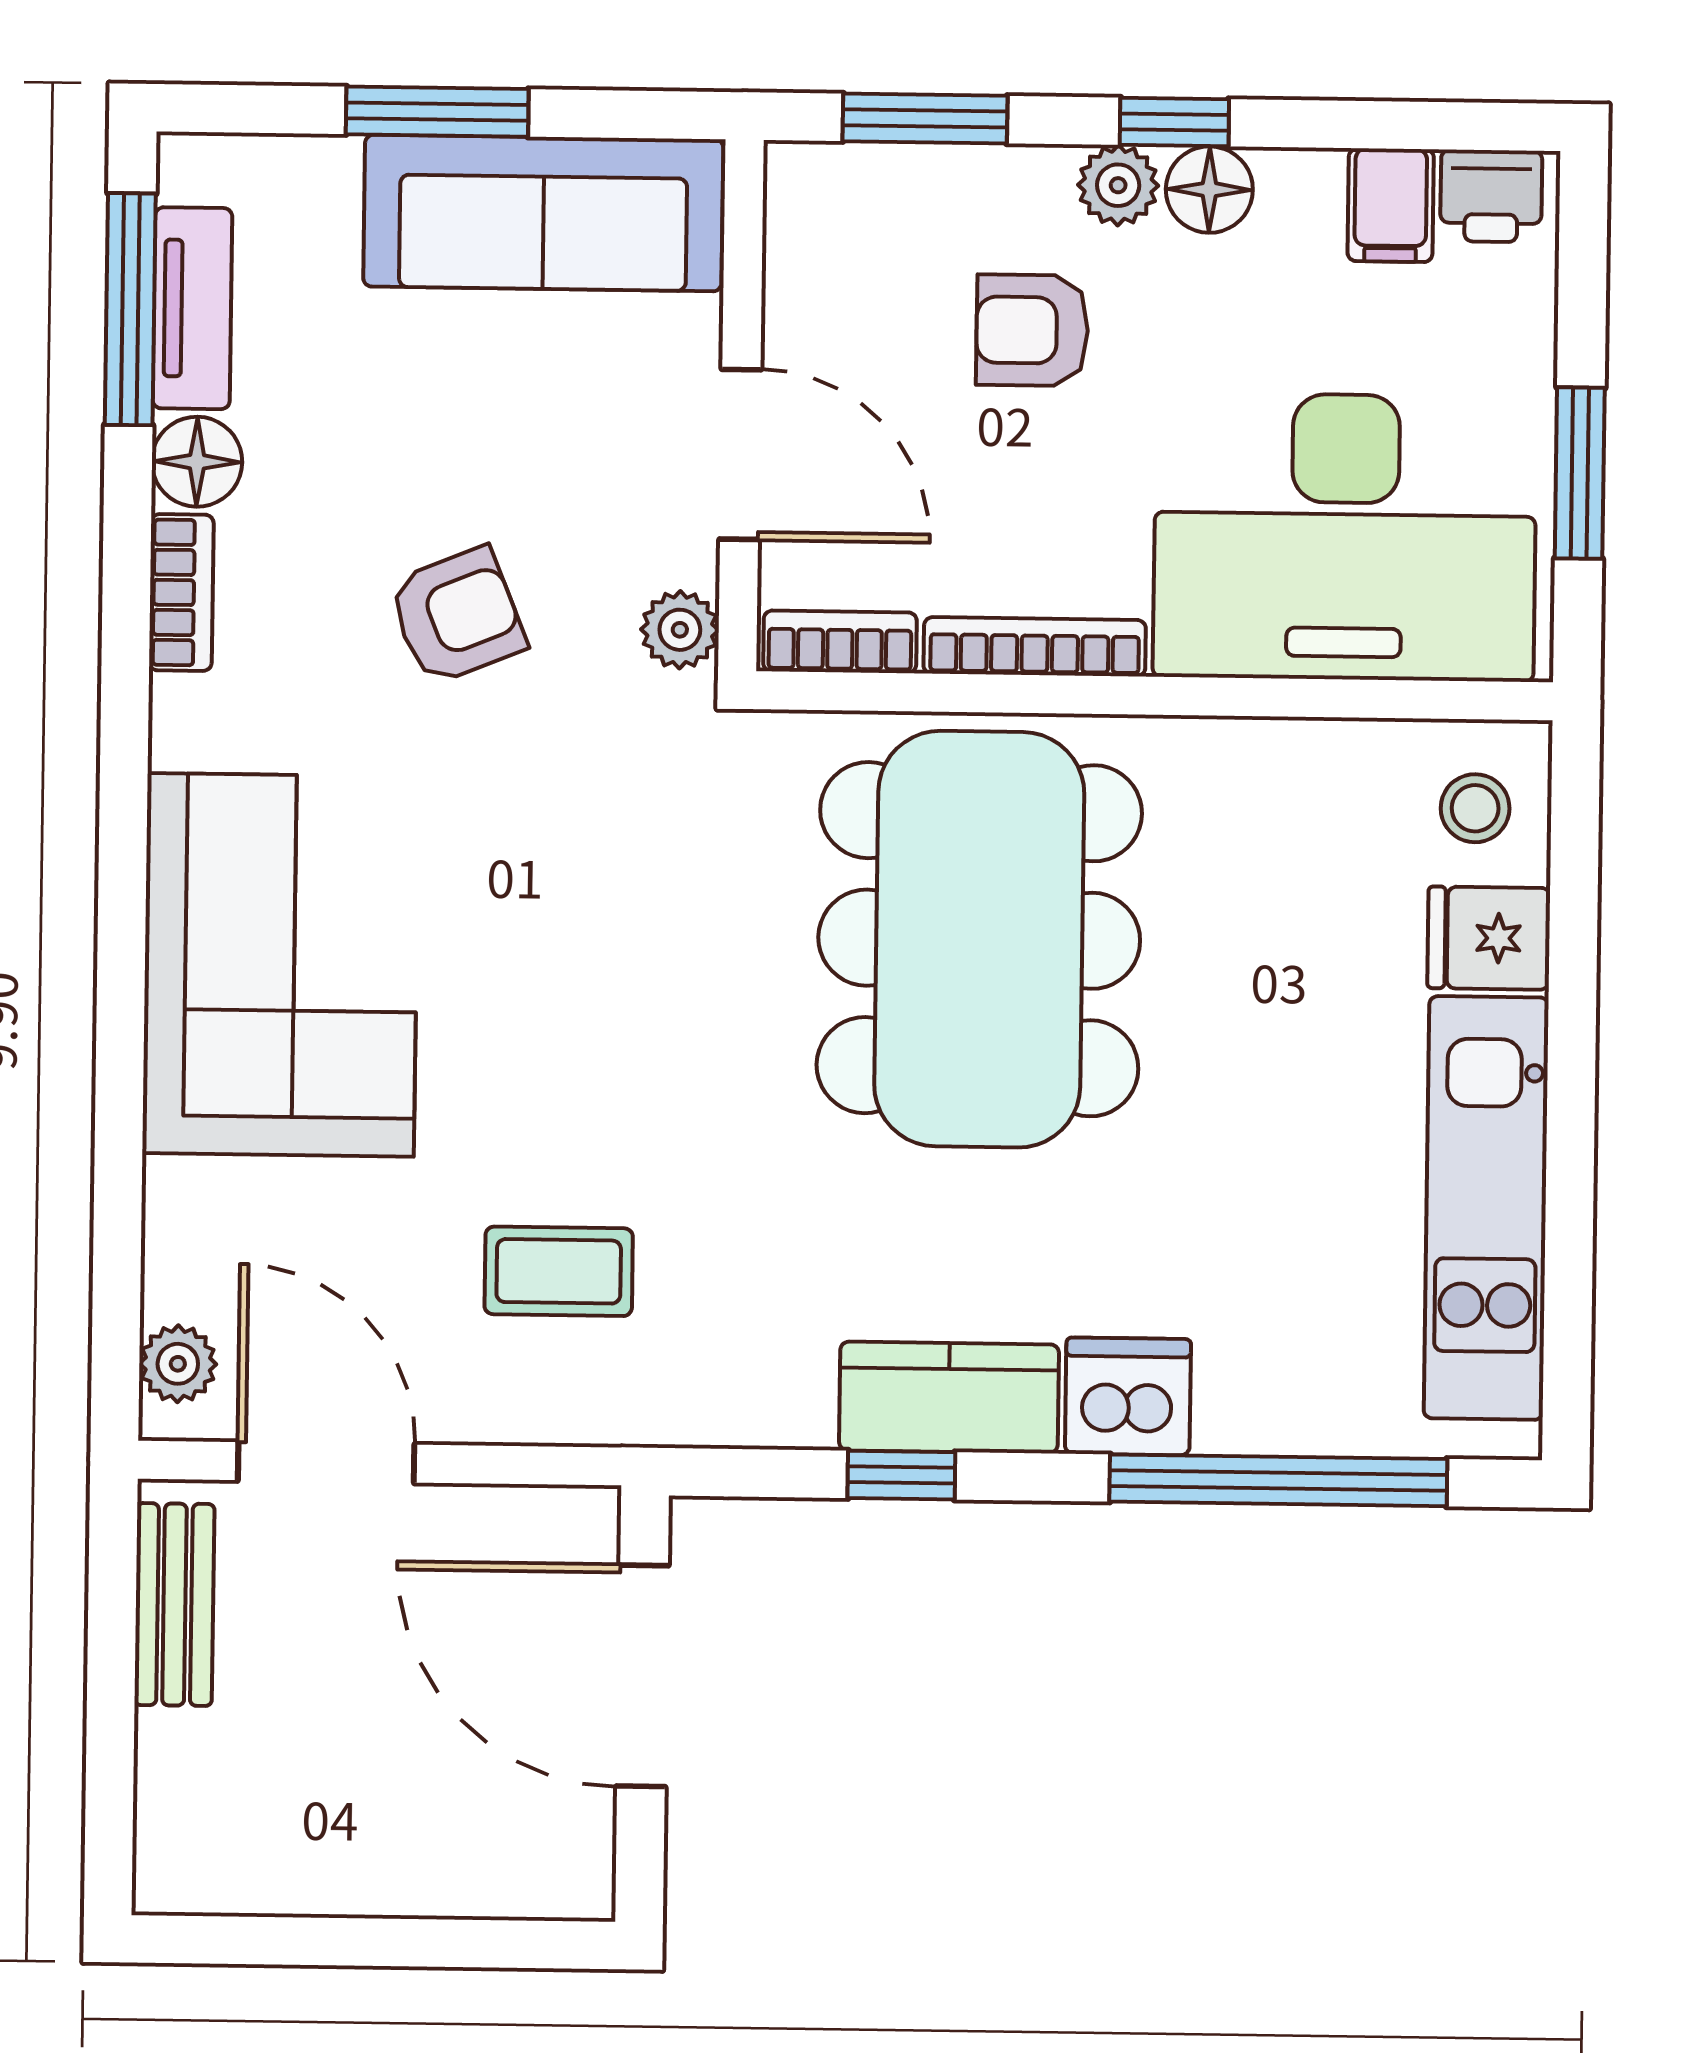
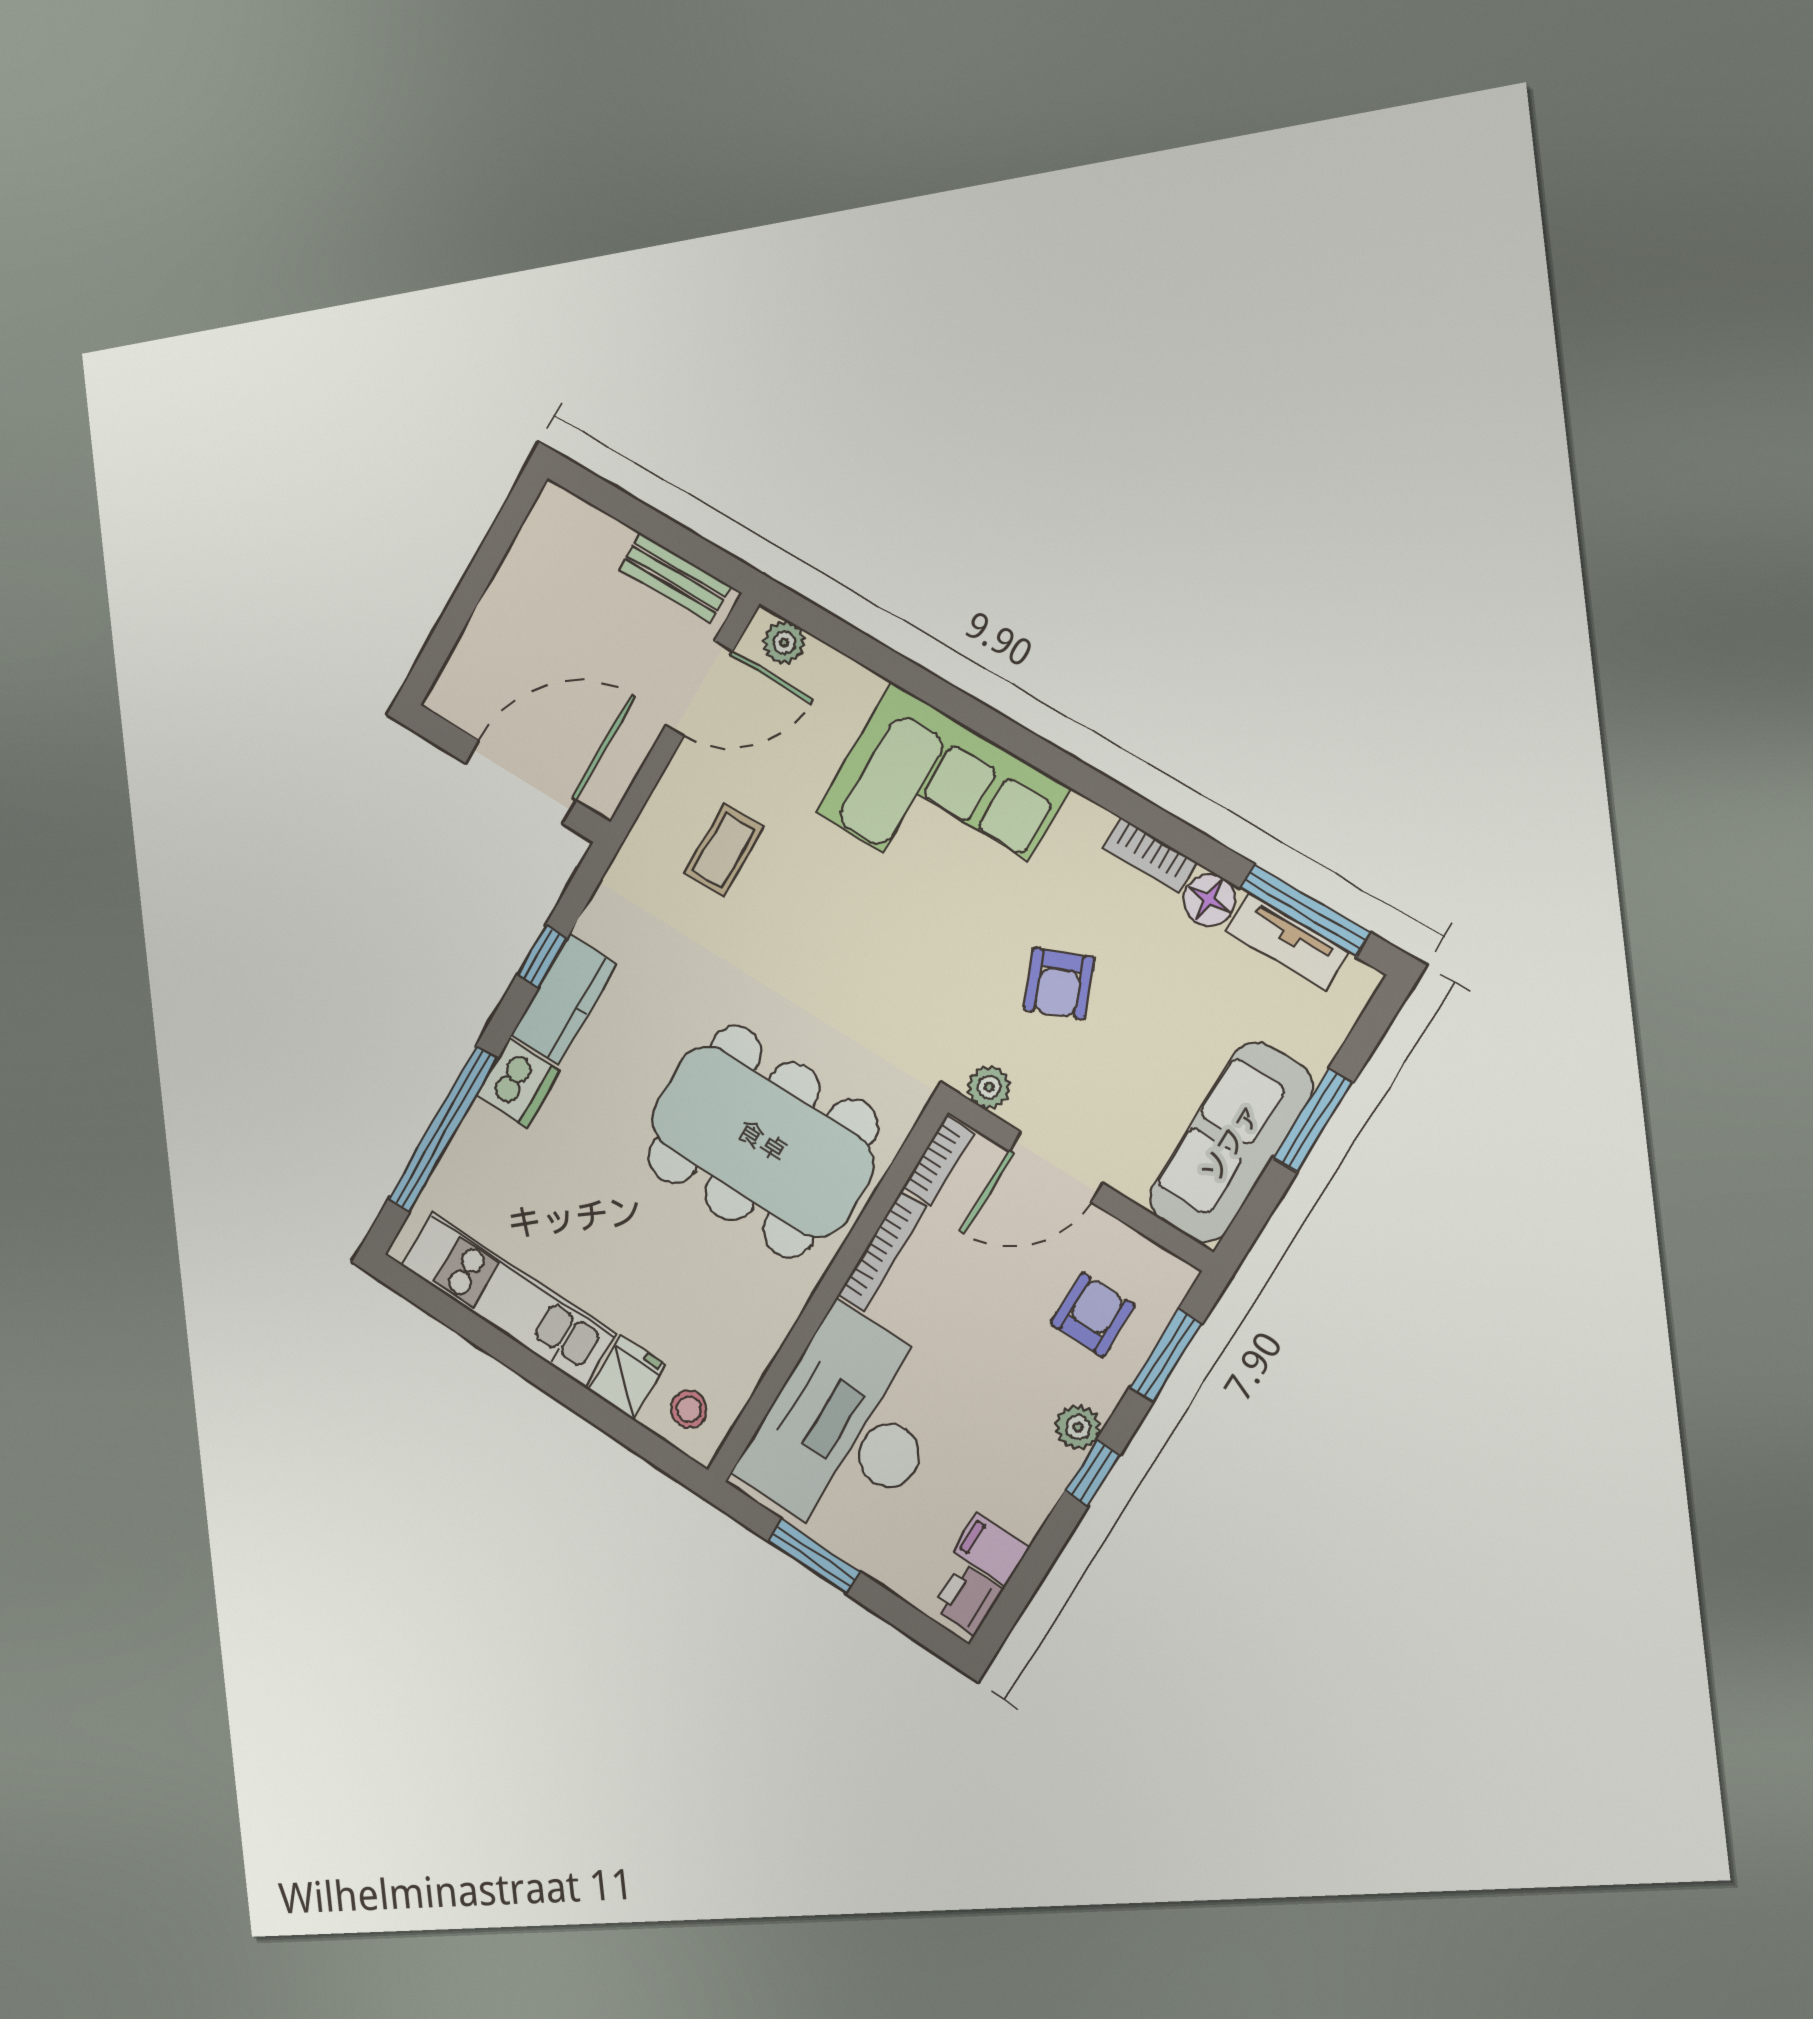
floor lamp: (1209, 190) -> (1050, 1469), removed
armchair: (1032, 330) -> (1093, 1315), moved

